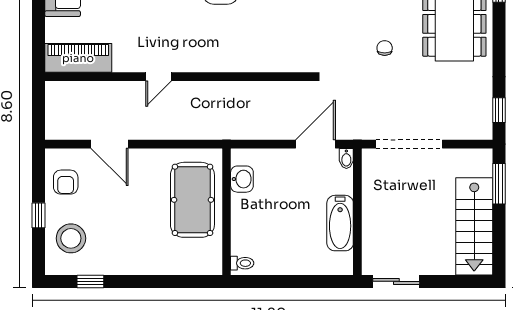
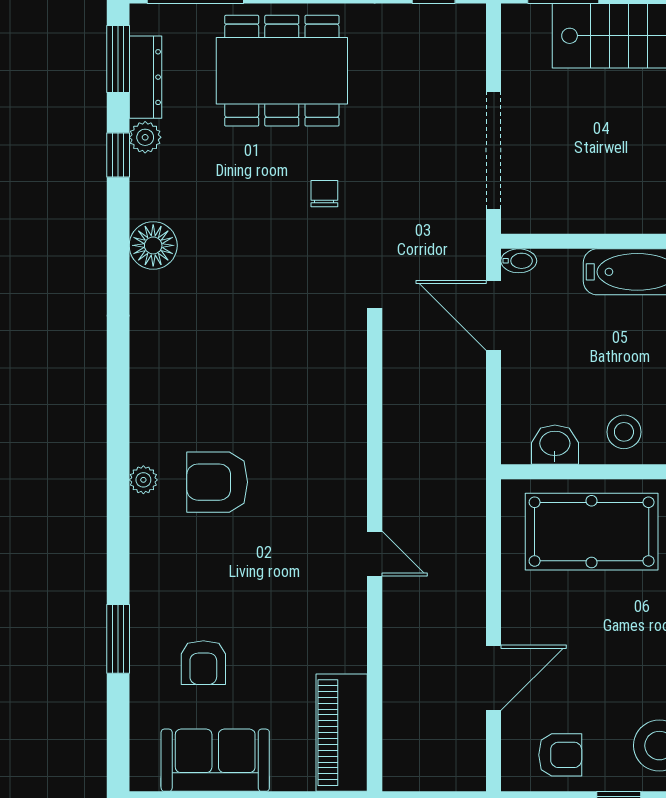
chair: (385, 48) -> (324, 194), turned 90
door: (159, 77) -> (375, 554), moved
stool: (249, 218) -> (624, 432), added

